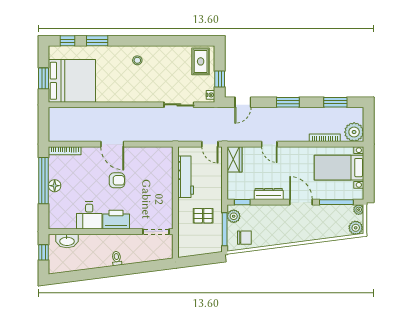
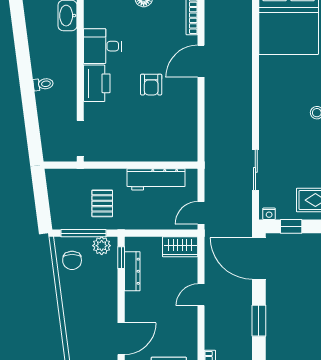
door: (243, 102) -> (259, 258), width x1.87
door: (112, 144) -> (201, 61), moved
dresser: (269, 194) -> (132, 271), moved

